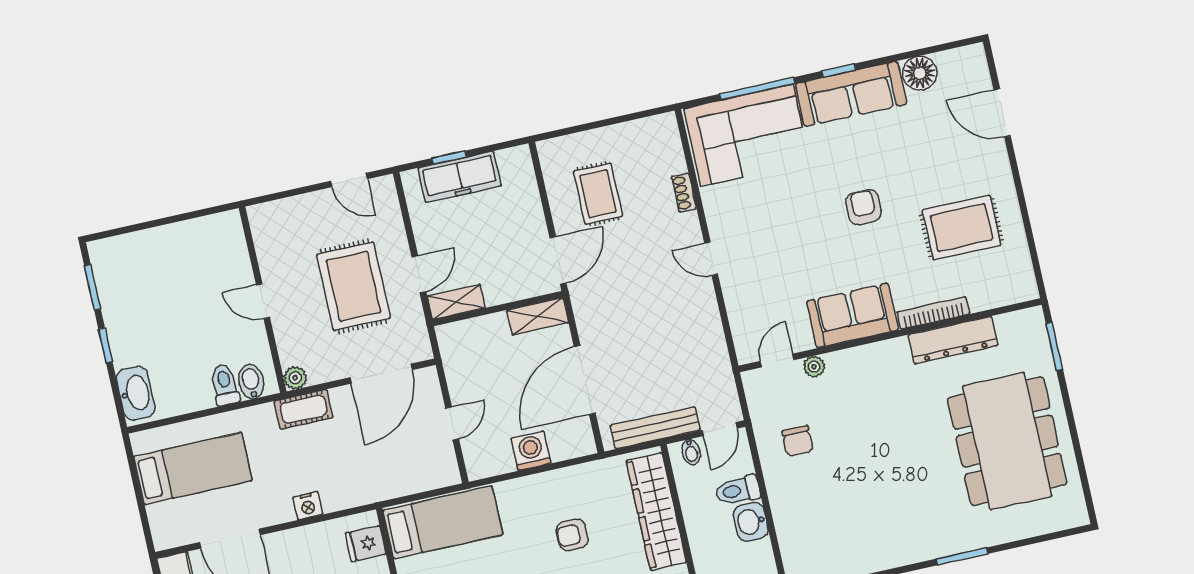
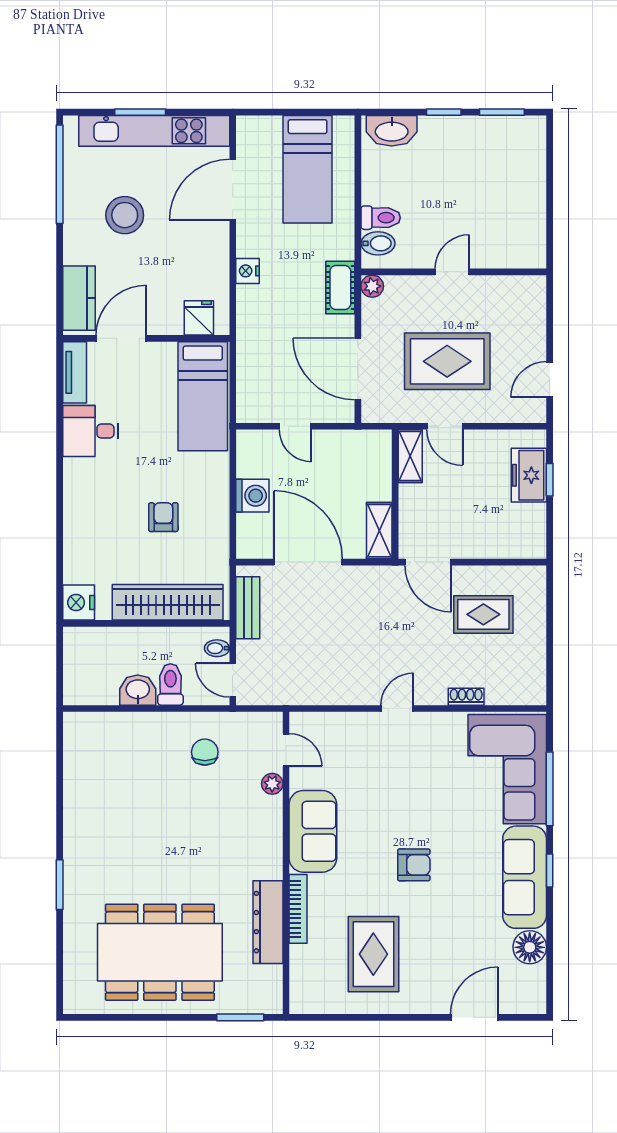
freezer: (460, 177) -> (529, 475), width x0.71
bench: (655, 428) -> (248, 608), width x0.73
chair: (798, 441) -> (205, 752), turned 90

